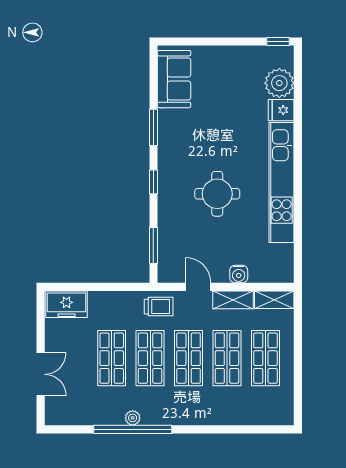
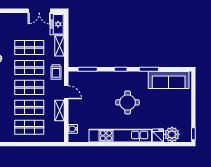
sofa: (174, 79) -> (169, 80), width x1.36
round table: (217, 194) -> (128, 102), moved
water cooler: (239, 274) -> (73, 129), moved
door: (198, 287) -> (66, 92), hinge flipped
shelving: (274, 300) -> (60, 46), moved
double door: (41, 374) -> (39, 11), moved

